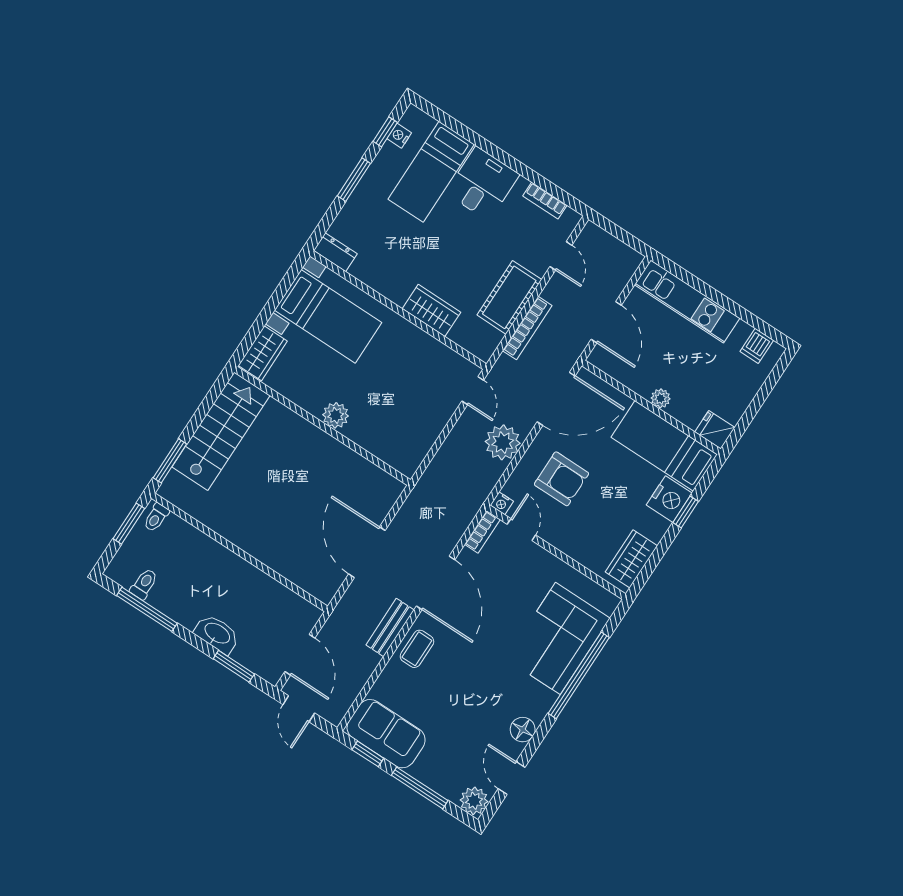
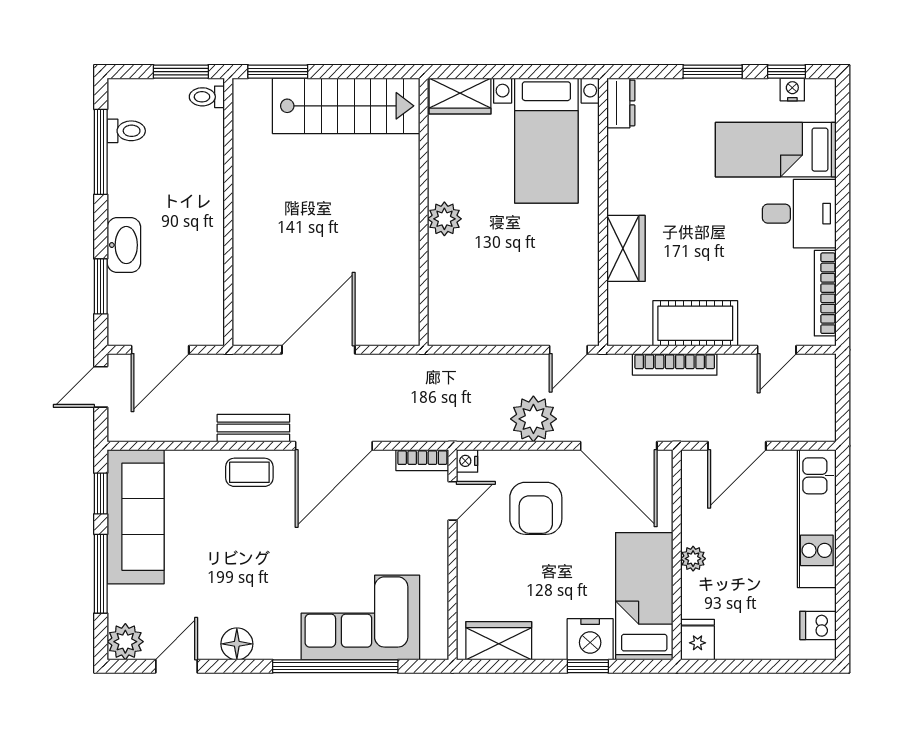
bookcase: (545, 201) -> (825, 293), width x1.56
sofa: (386, 734) -> (136, 517), width x1.36

